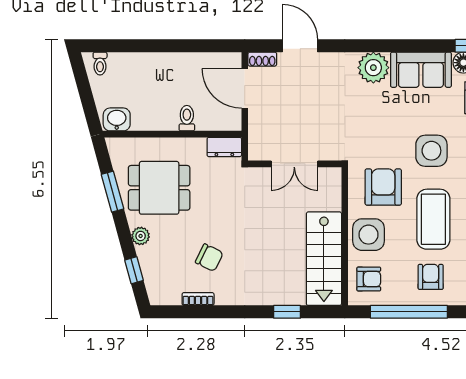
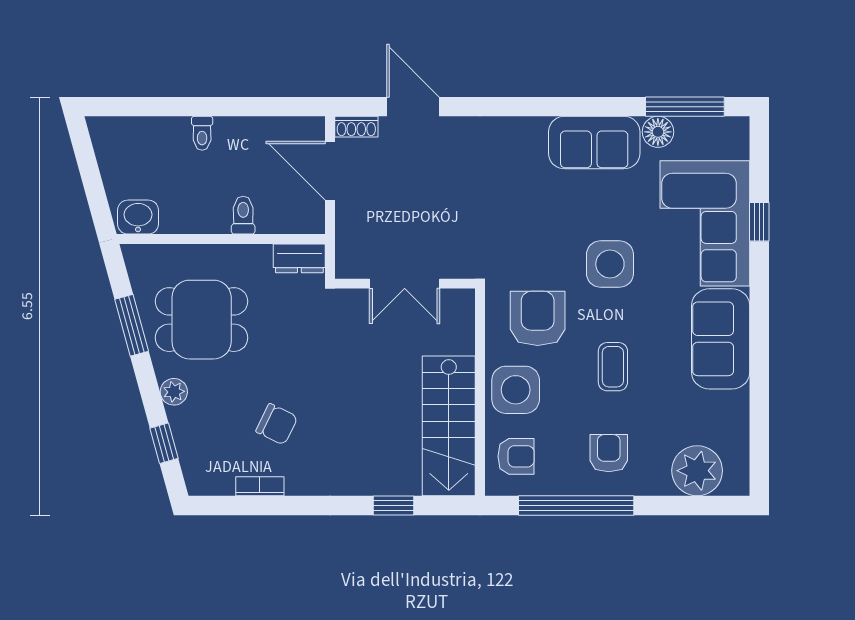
toilet: (100, 64) -> (202, 133), moved
plant: (373, 68) -> (523, 139), removed
coffee table: (433, 219) -> (613, 367), width x0.54, depth x0.58

